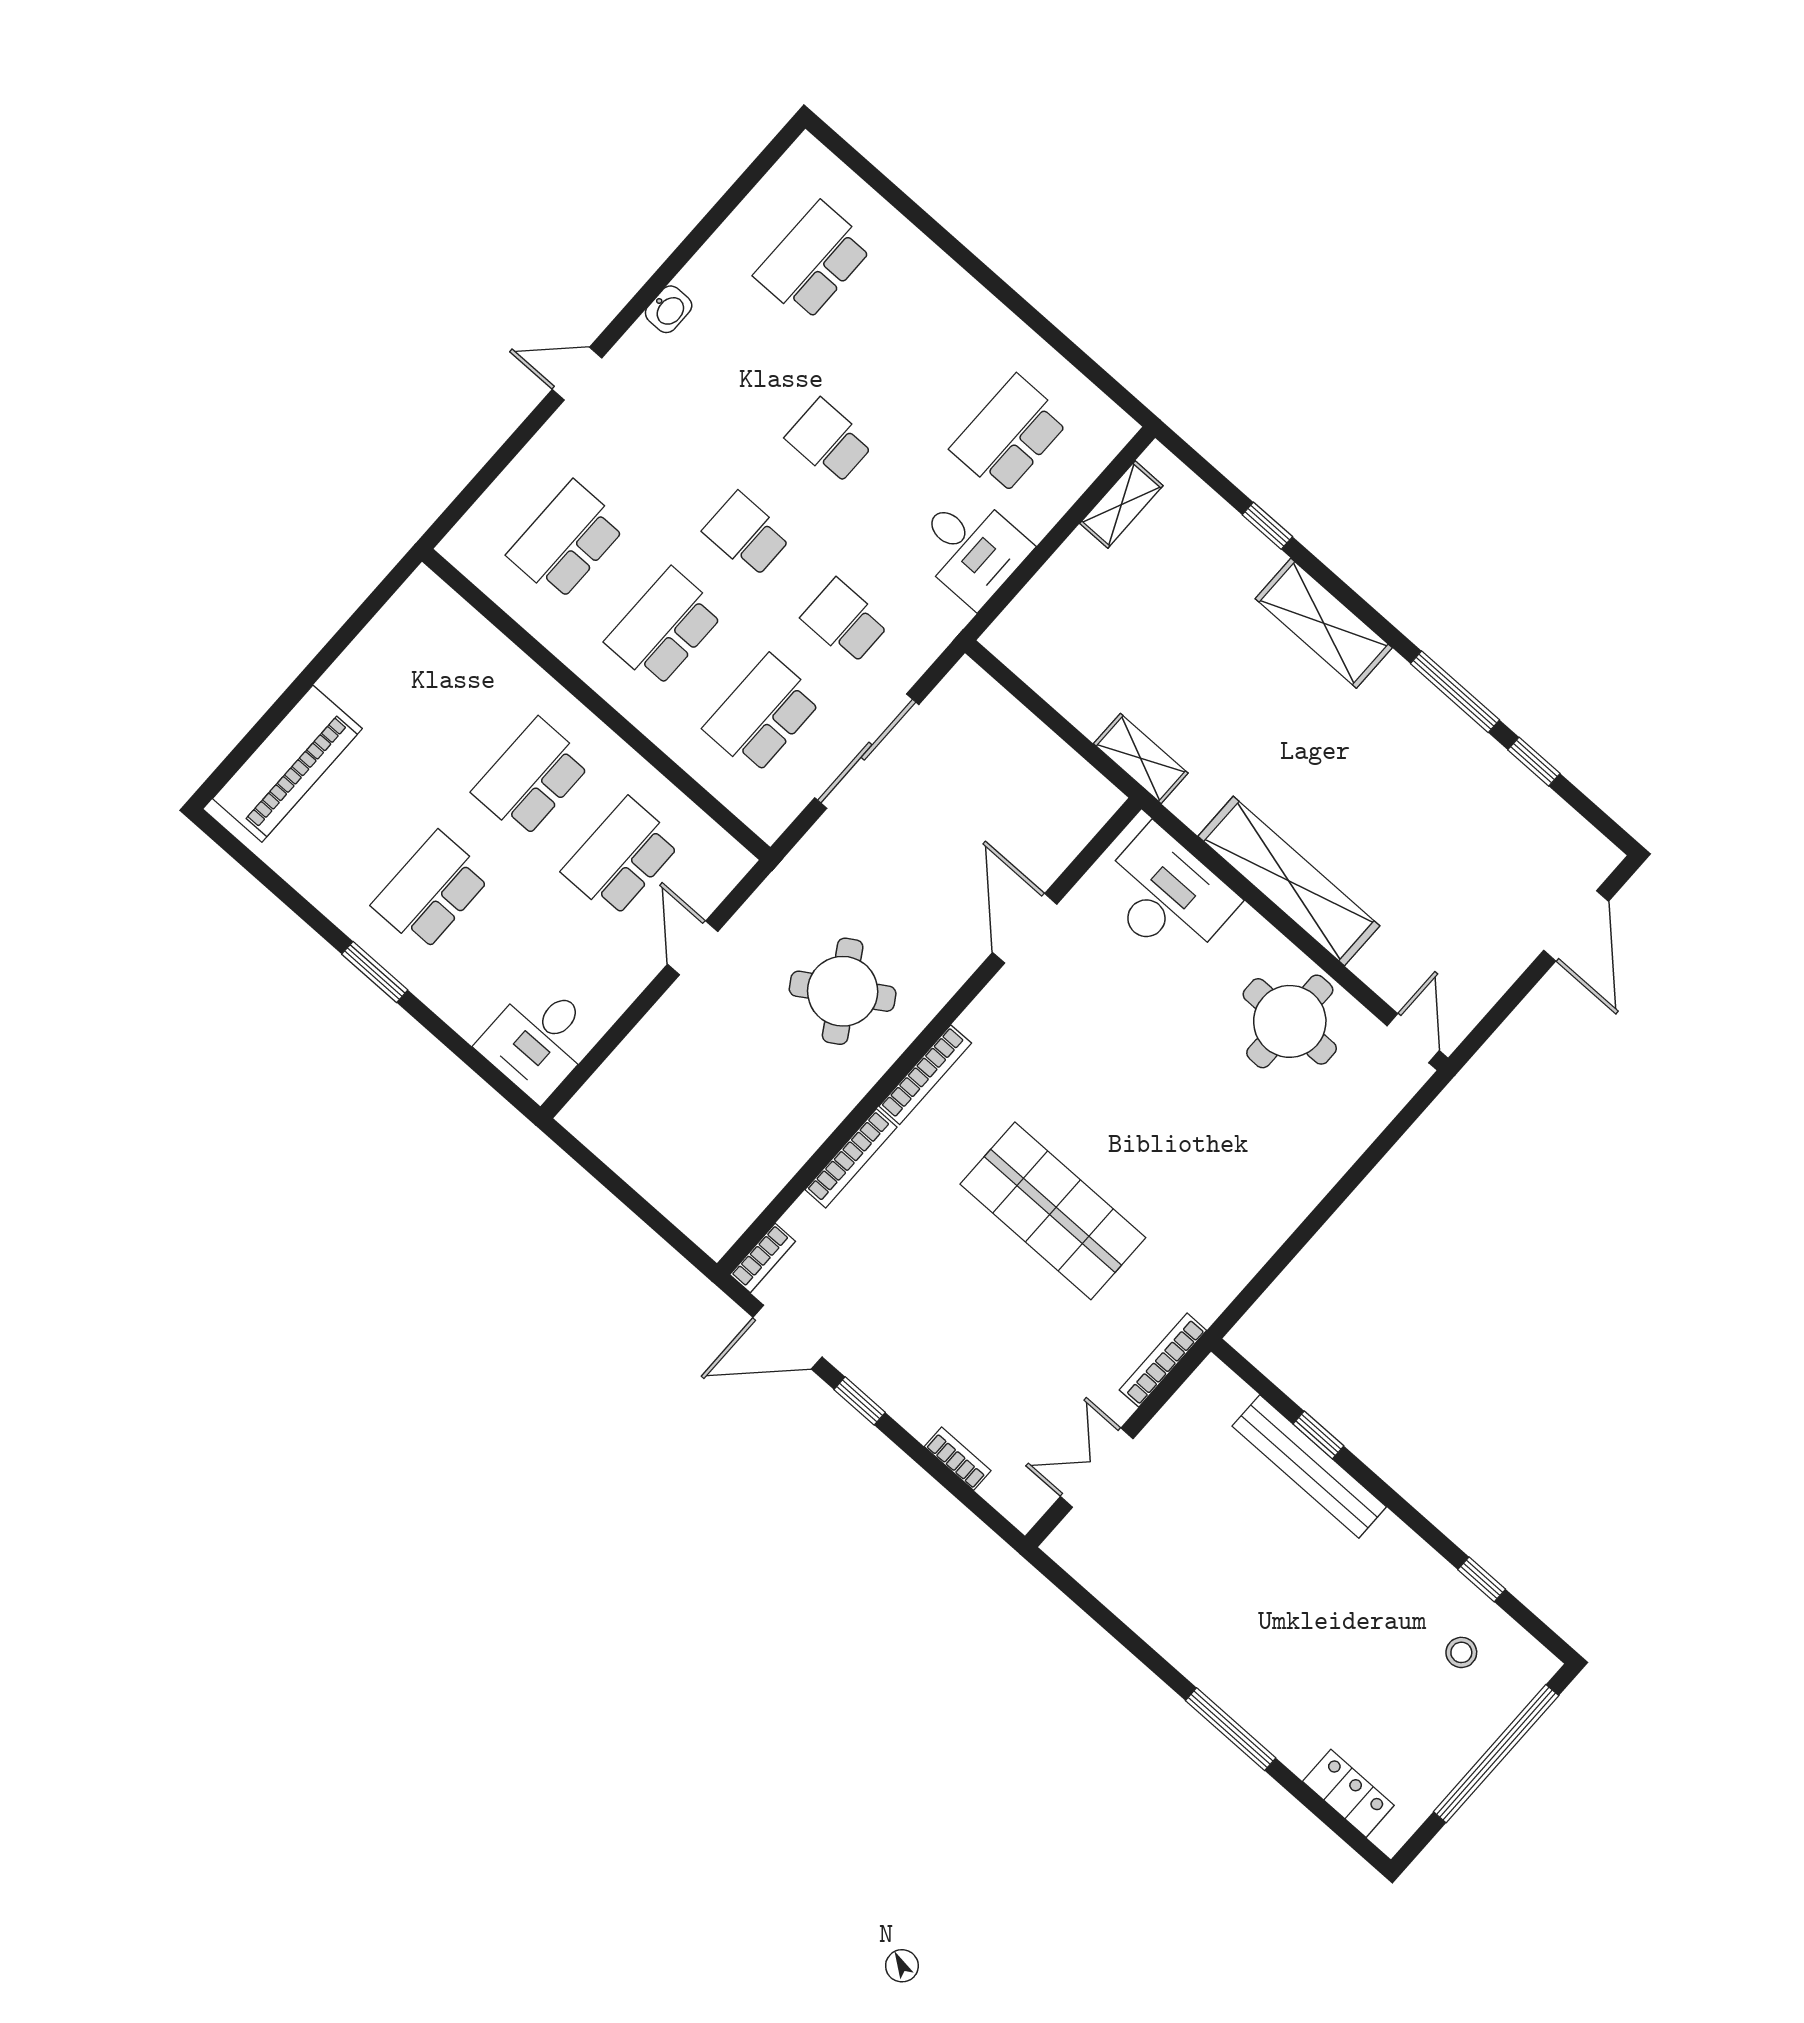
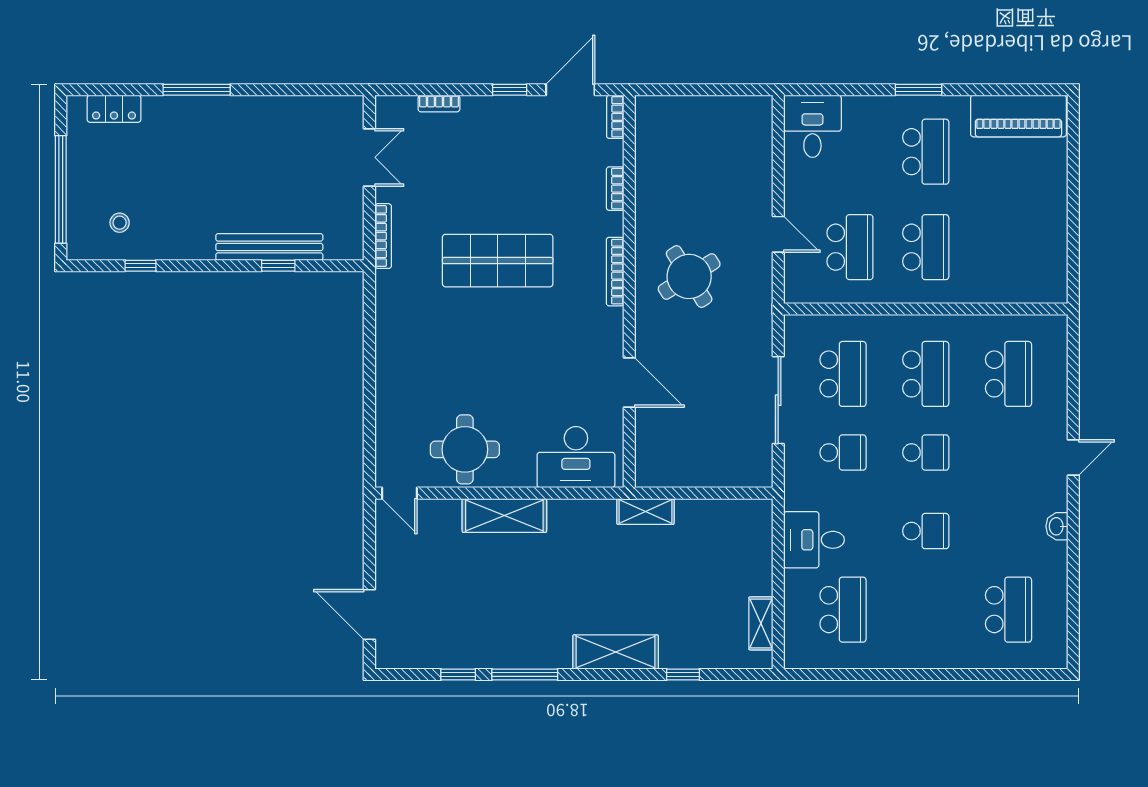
piano: (287, 764) -> (1018, 116), moved, turned -90
shelving: (1289, 881) -> (504, 515), width x0.68
bookcase: (851, 1158) -> (615, 189), width x0.64

